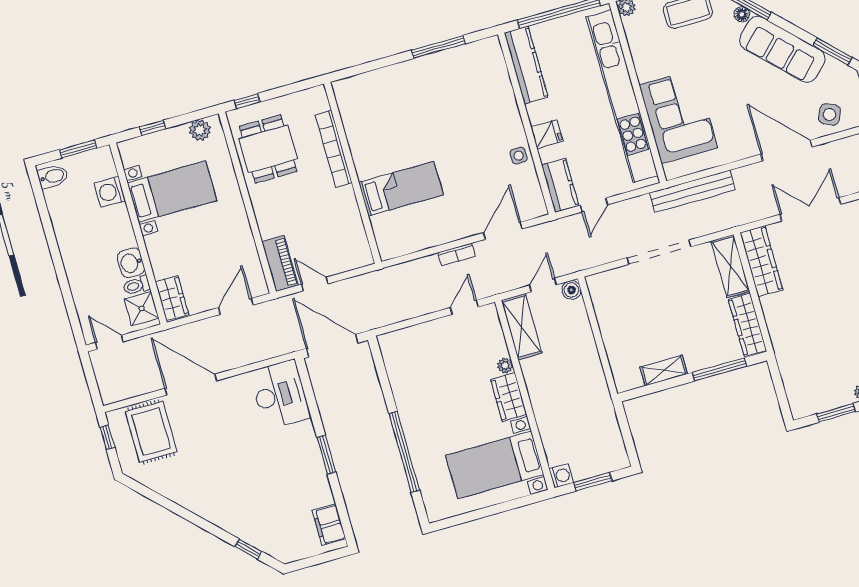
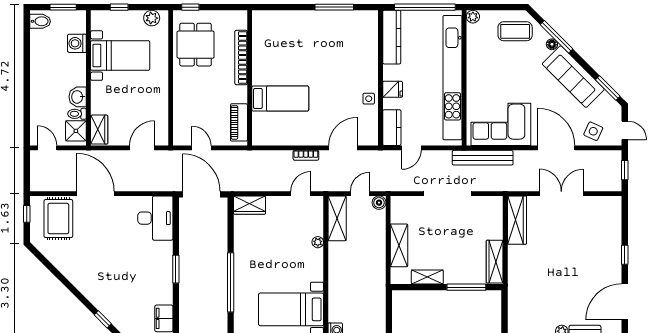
corner sofa: (678, 116) -> (501, 124), moved, turned -90
piano: (280, 264) -> (239, 122), moved, turned 180
shelving: (730, 266) -> (399, 245), moved
wardrobe: (509, 397) -> (250, 205), moved, turned -90

